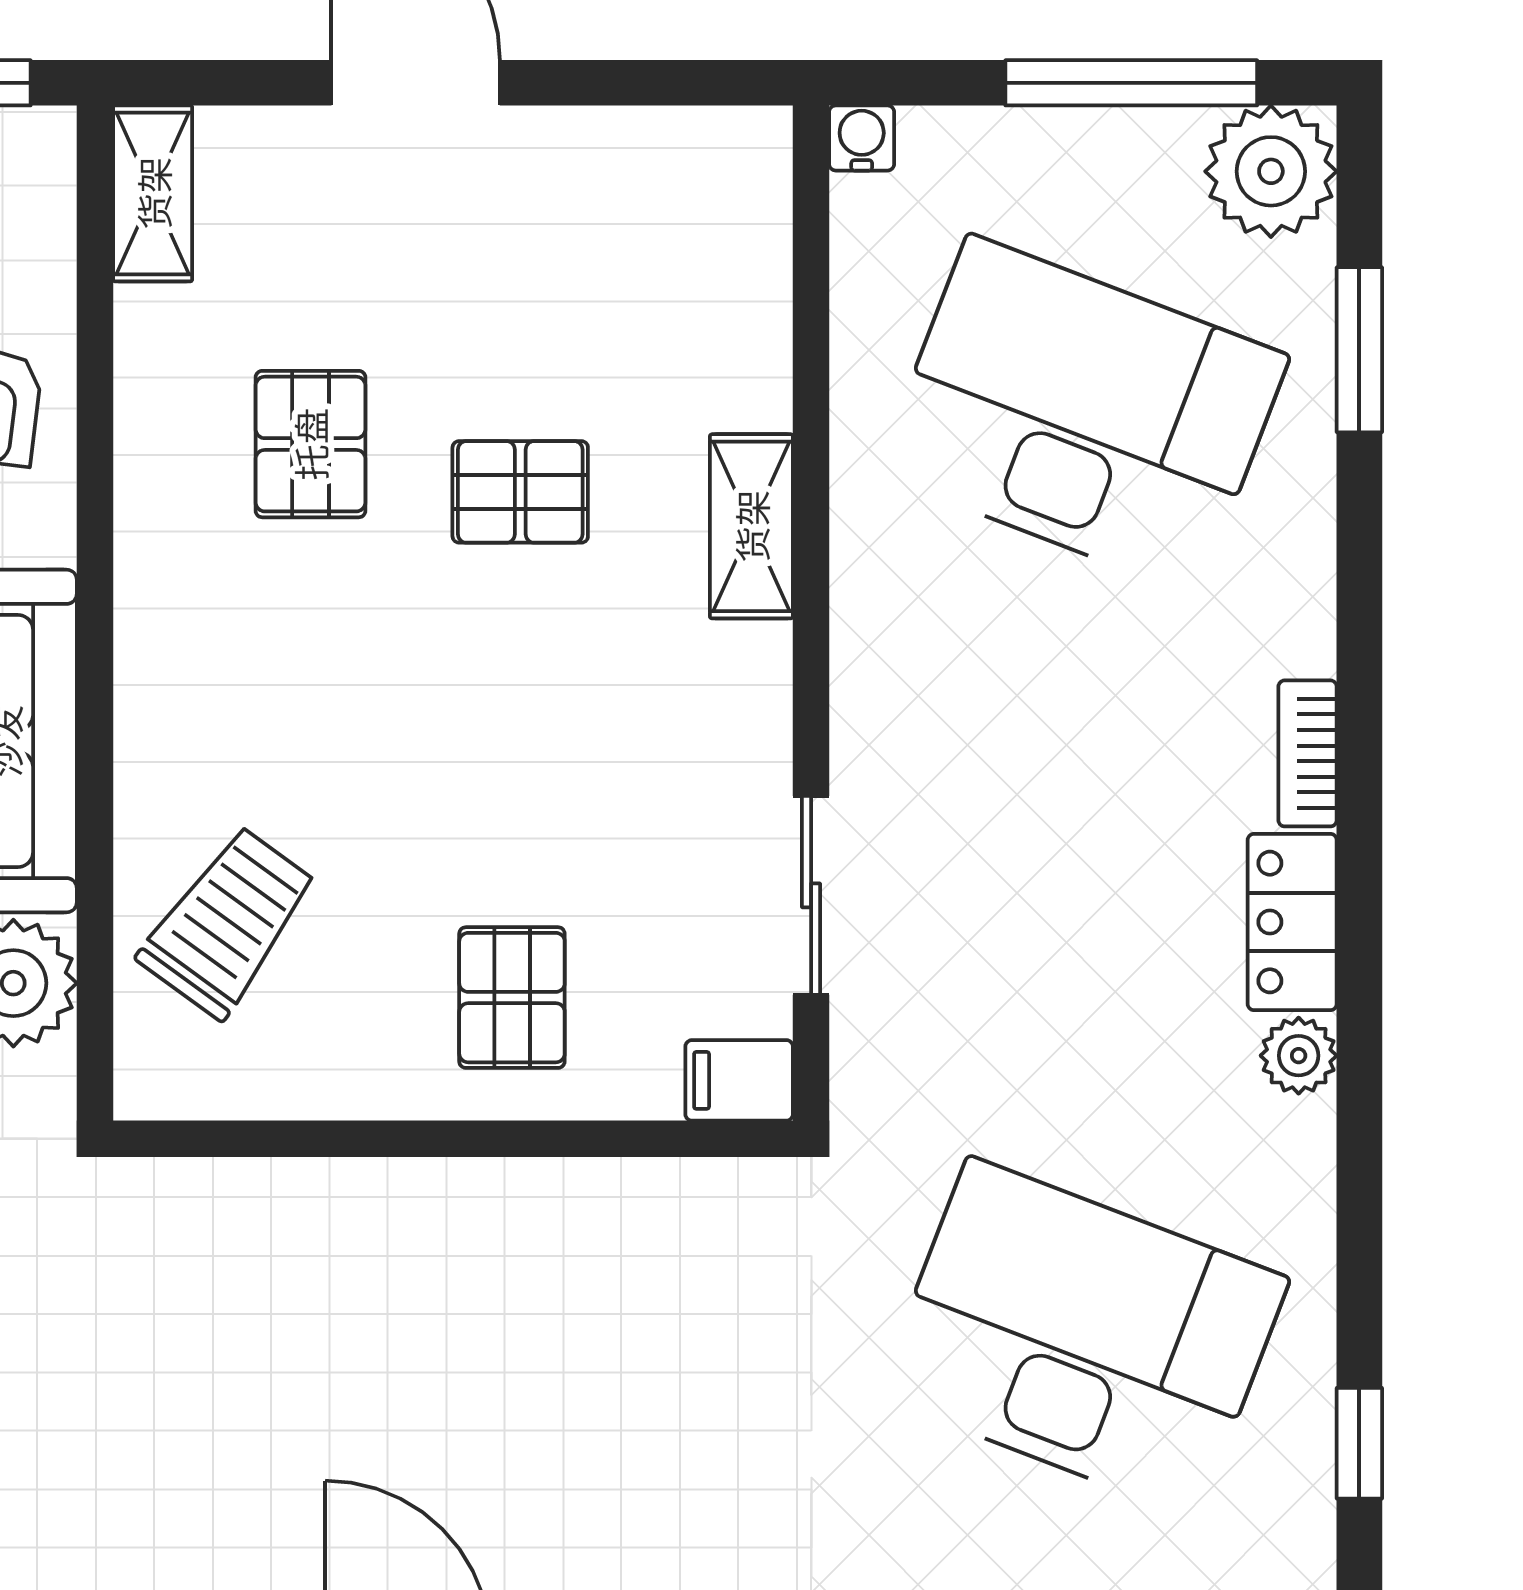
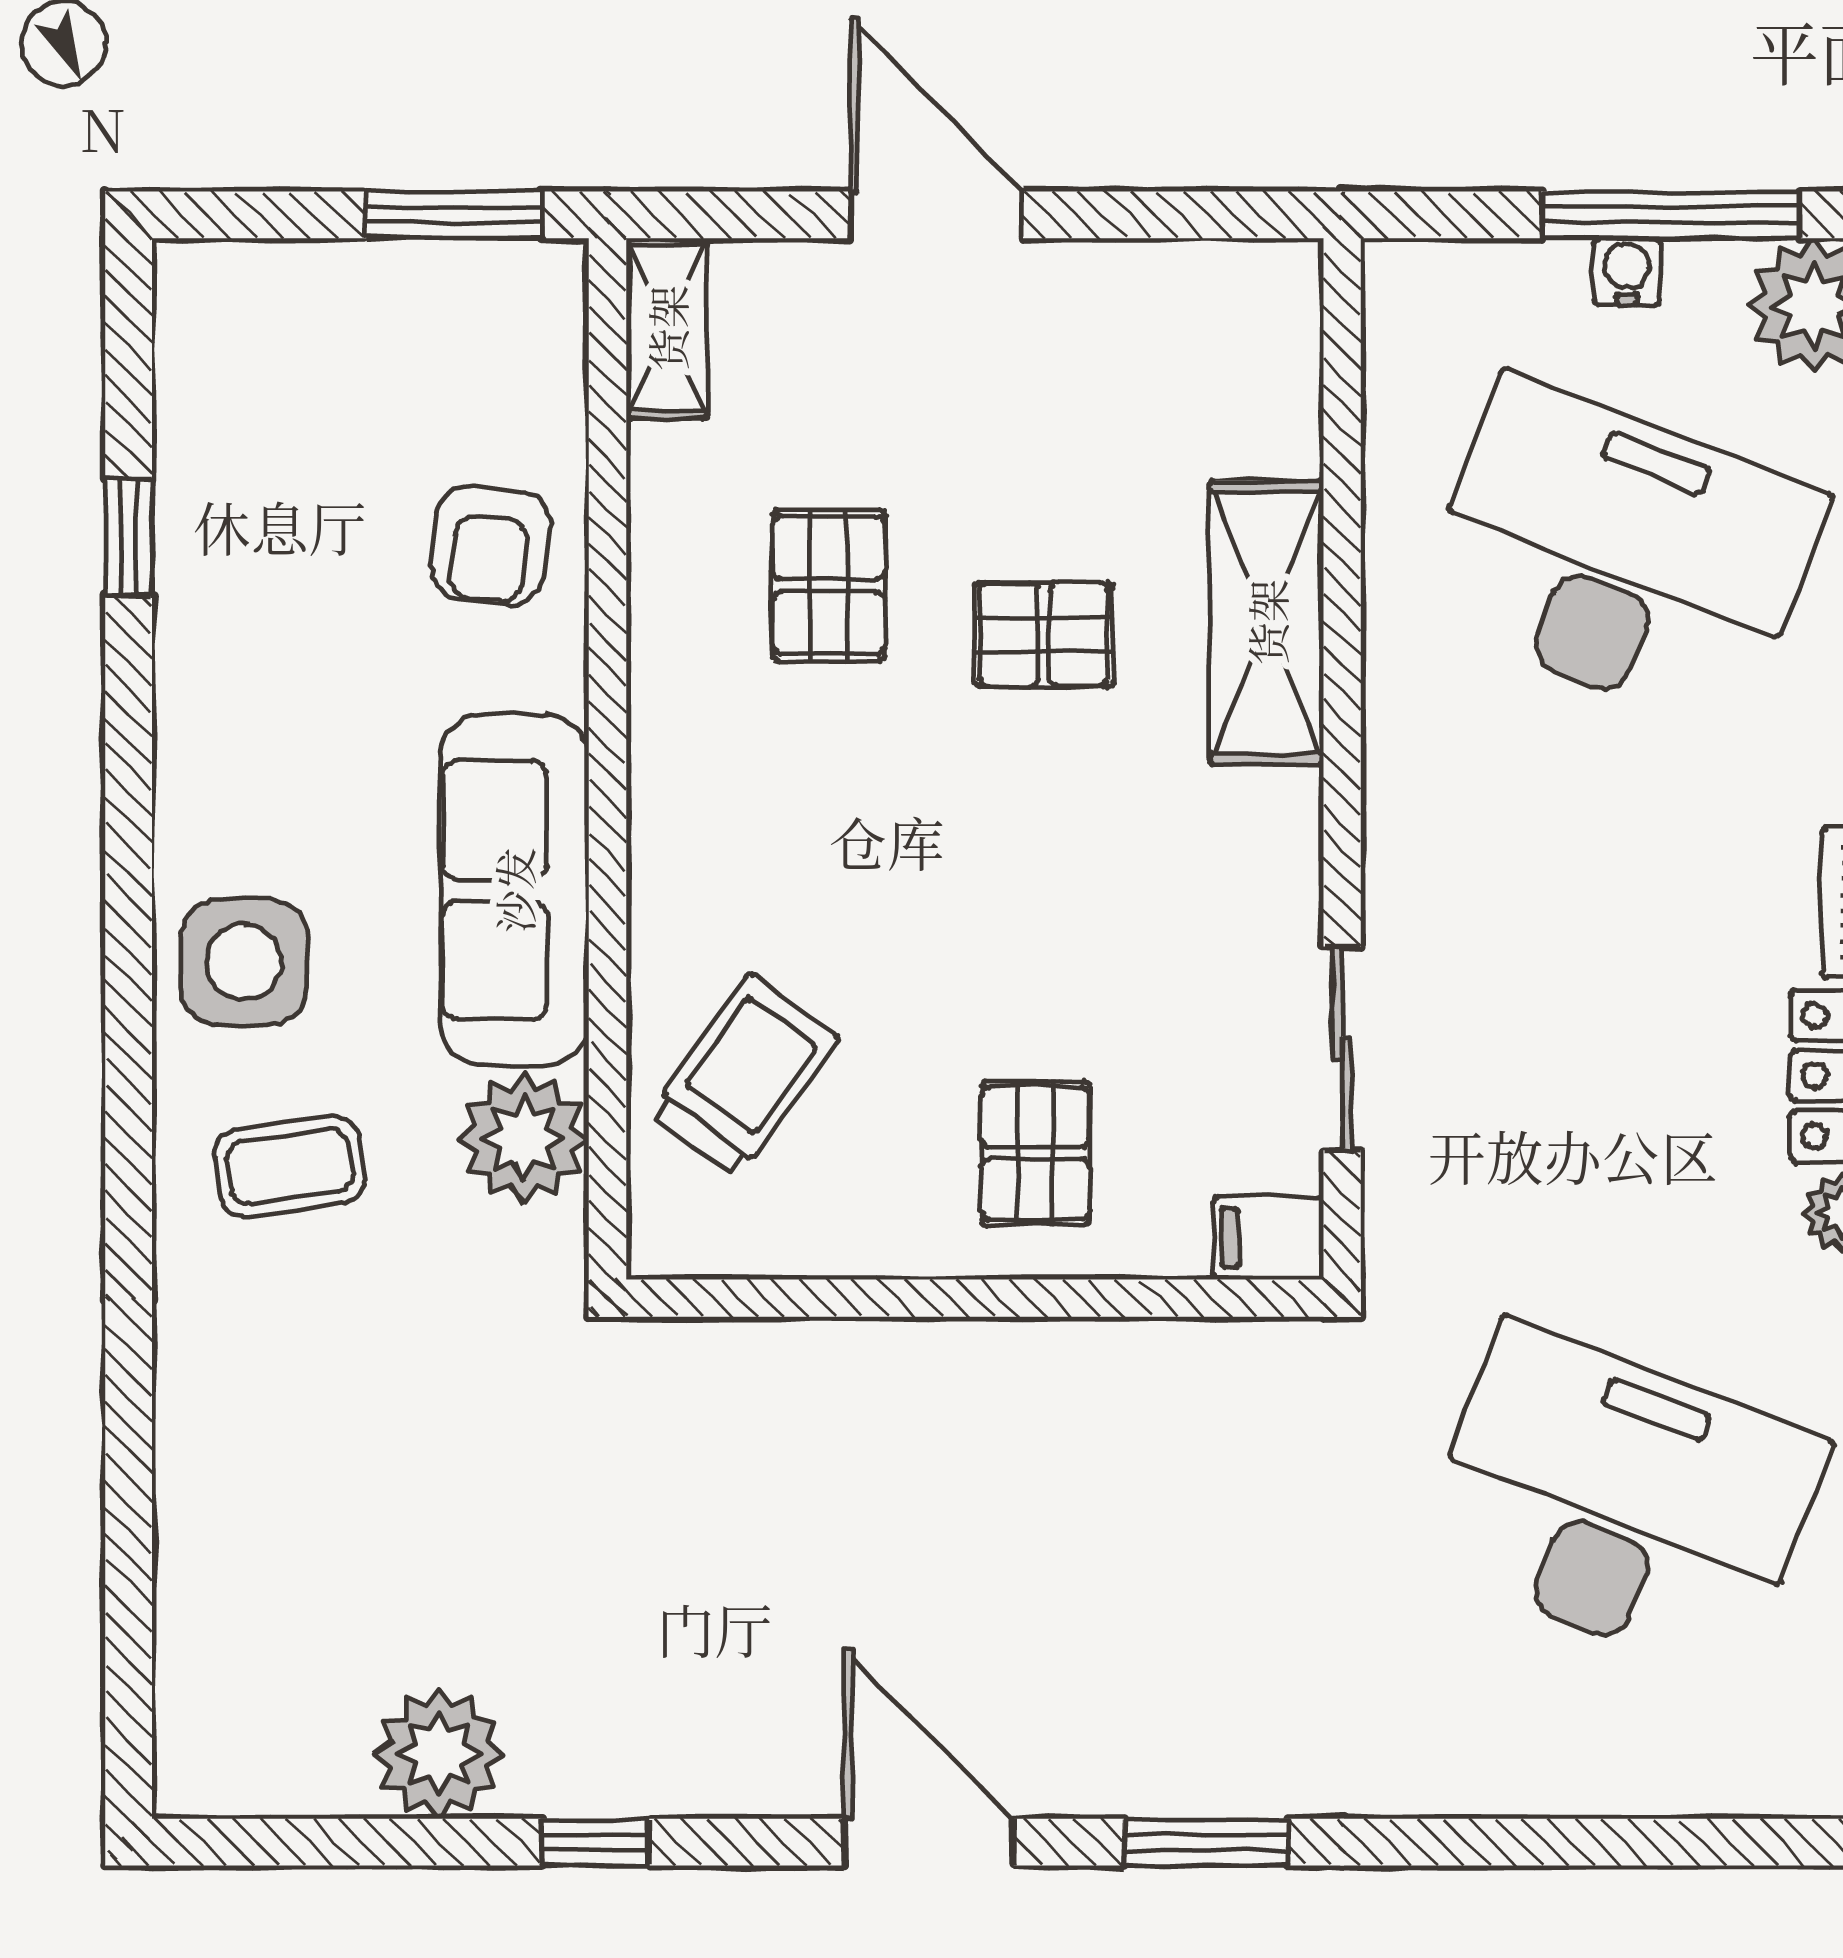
water cooler: (862, 138) -> (1627, 271), moved
shelving: (751, 526) -> (1267, 622), width x1.50, depth x1.33

